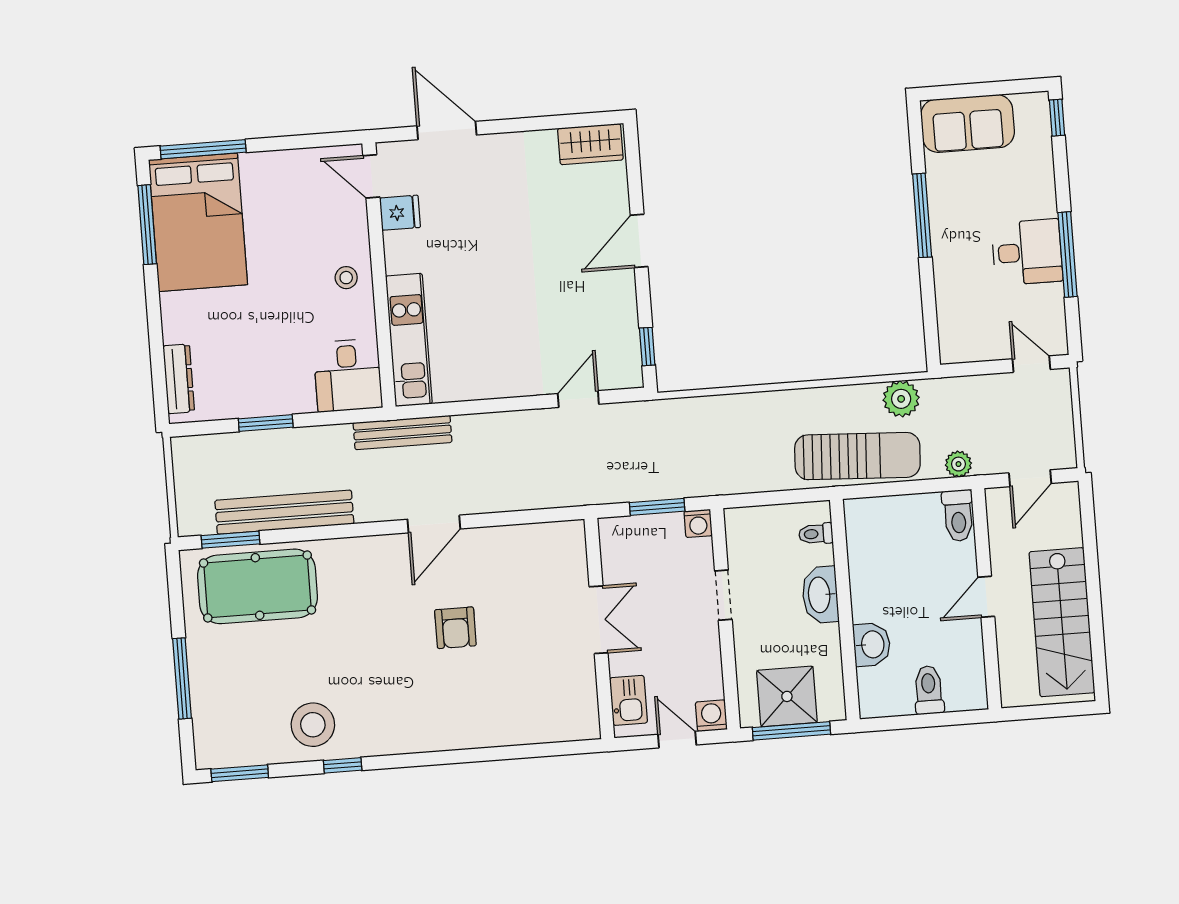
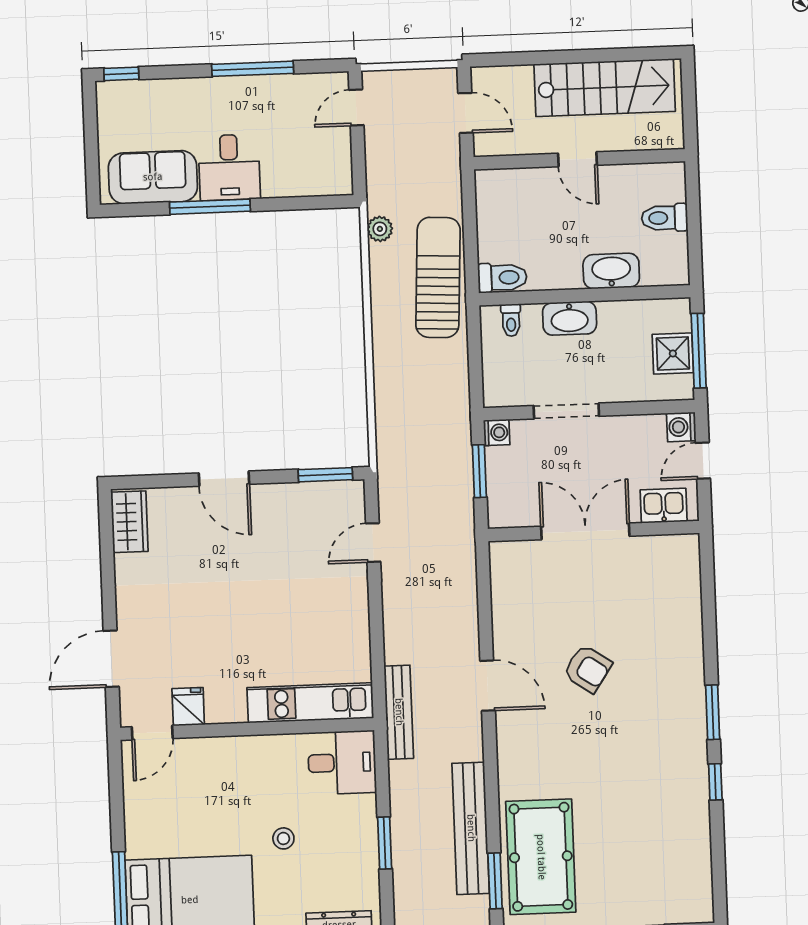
sofa: (968, 123) -> (153, 177), moved, turned -90
desk: (1027, 252) -> (229, 167), moved, turned 180
stool: (346, 278) -> (283, 838), moved
window: (647, 347) -> (325, 475), width x1.50
door: (578, 399) -> (373, 543), hinge flipped
plant: (901, 399) -> (380, 229), width x0.73, depth x0.73
plant: (958, 464) -> (449, 181), removed
toilet: (958, 515) -> (502, 278), moved
doorway: (723, 595) -> (566, 411), width x1.38
double door: (599, 620) -> (585, 531), width x1.37
armchair: (455, 628) -> (588, 669), turned 34
washbasin: (872, 644) -> (611, 271), width x1.38
shower: (787, 696) -> (673, 353), width x0.73, depth x0.73
stool: (313, 725) -> (675, 809), removed
window: (240, 773) -> (713, 712), moved

